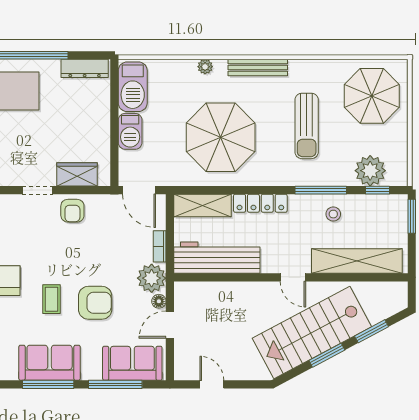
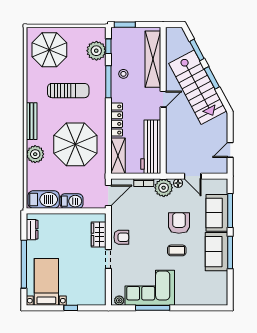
plant: (205, 67) -> (35, 154), width x1.88, depth x1.88
dresser: (85, 68) -> (32, 230), width x0.70
sofa: (132, 363) -> (217, 213), moved

